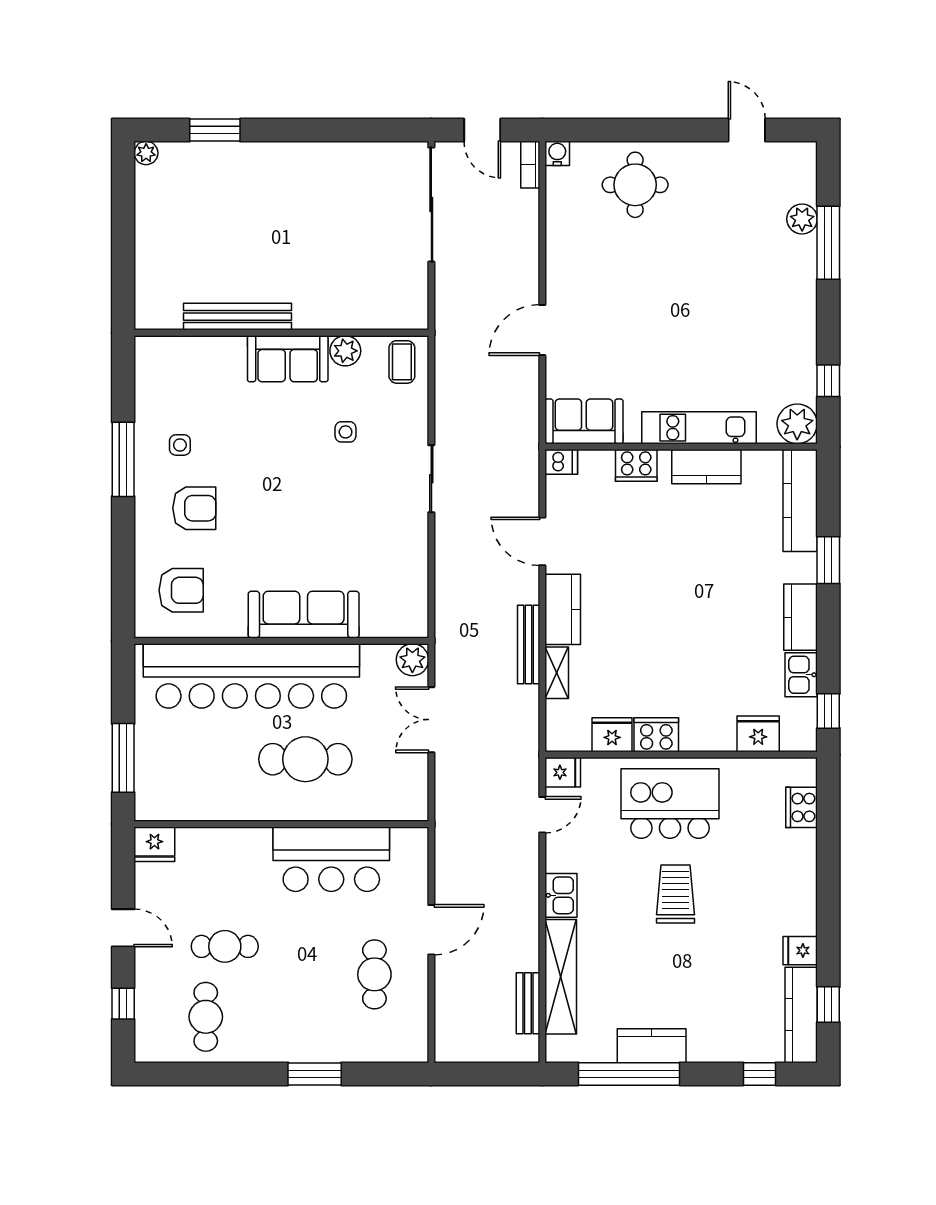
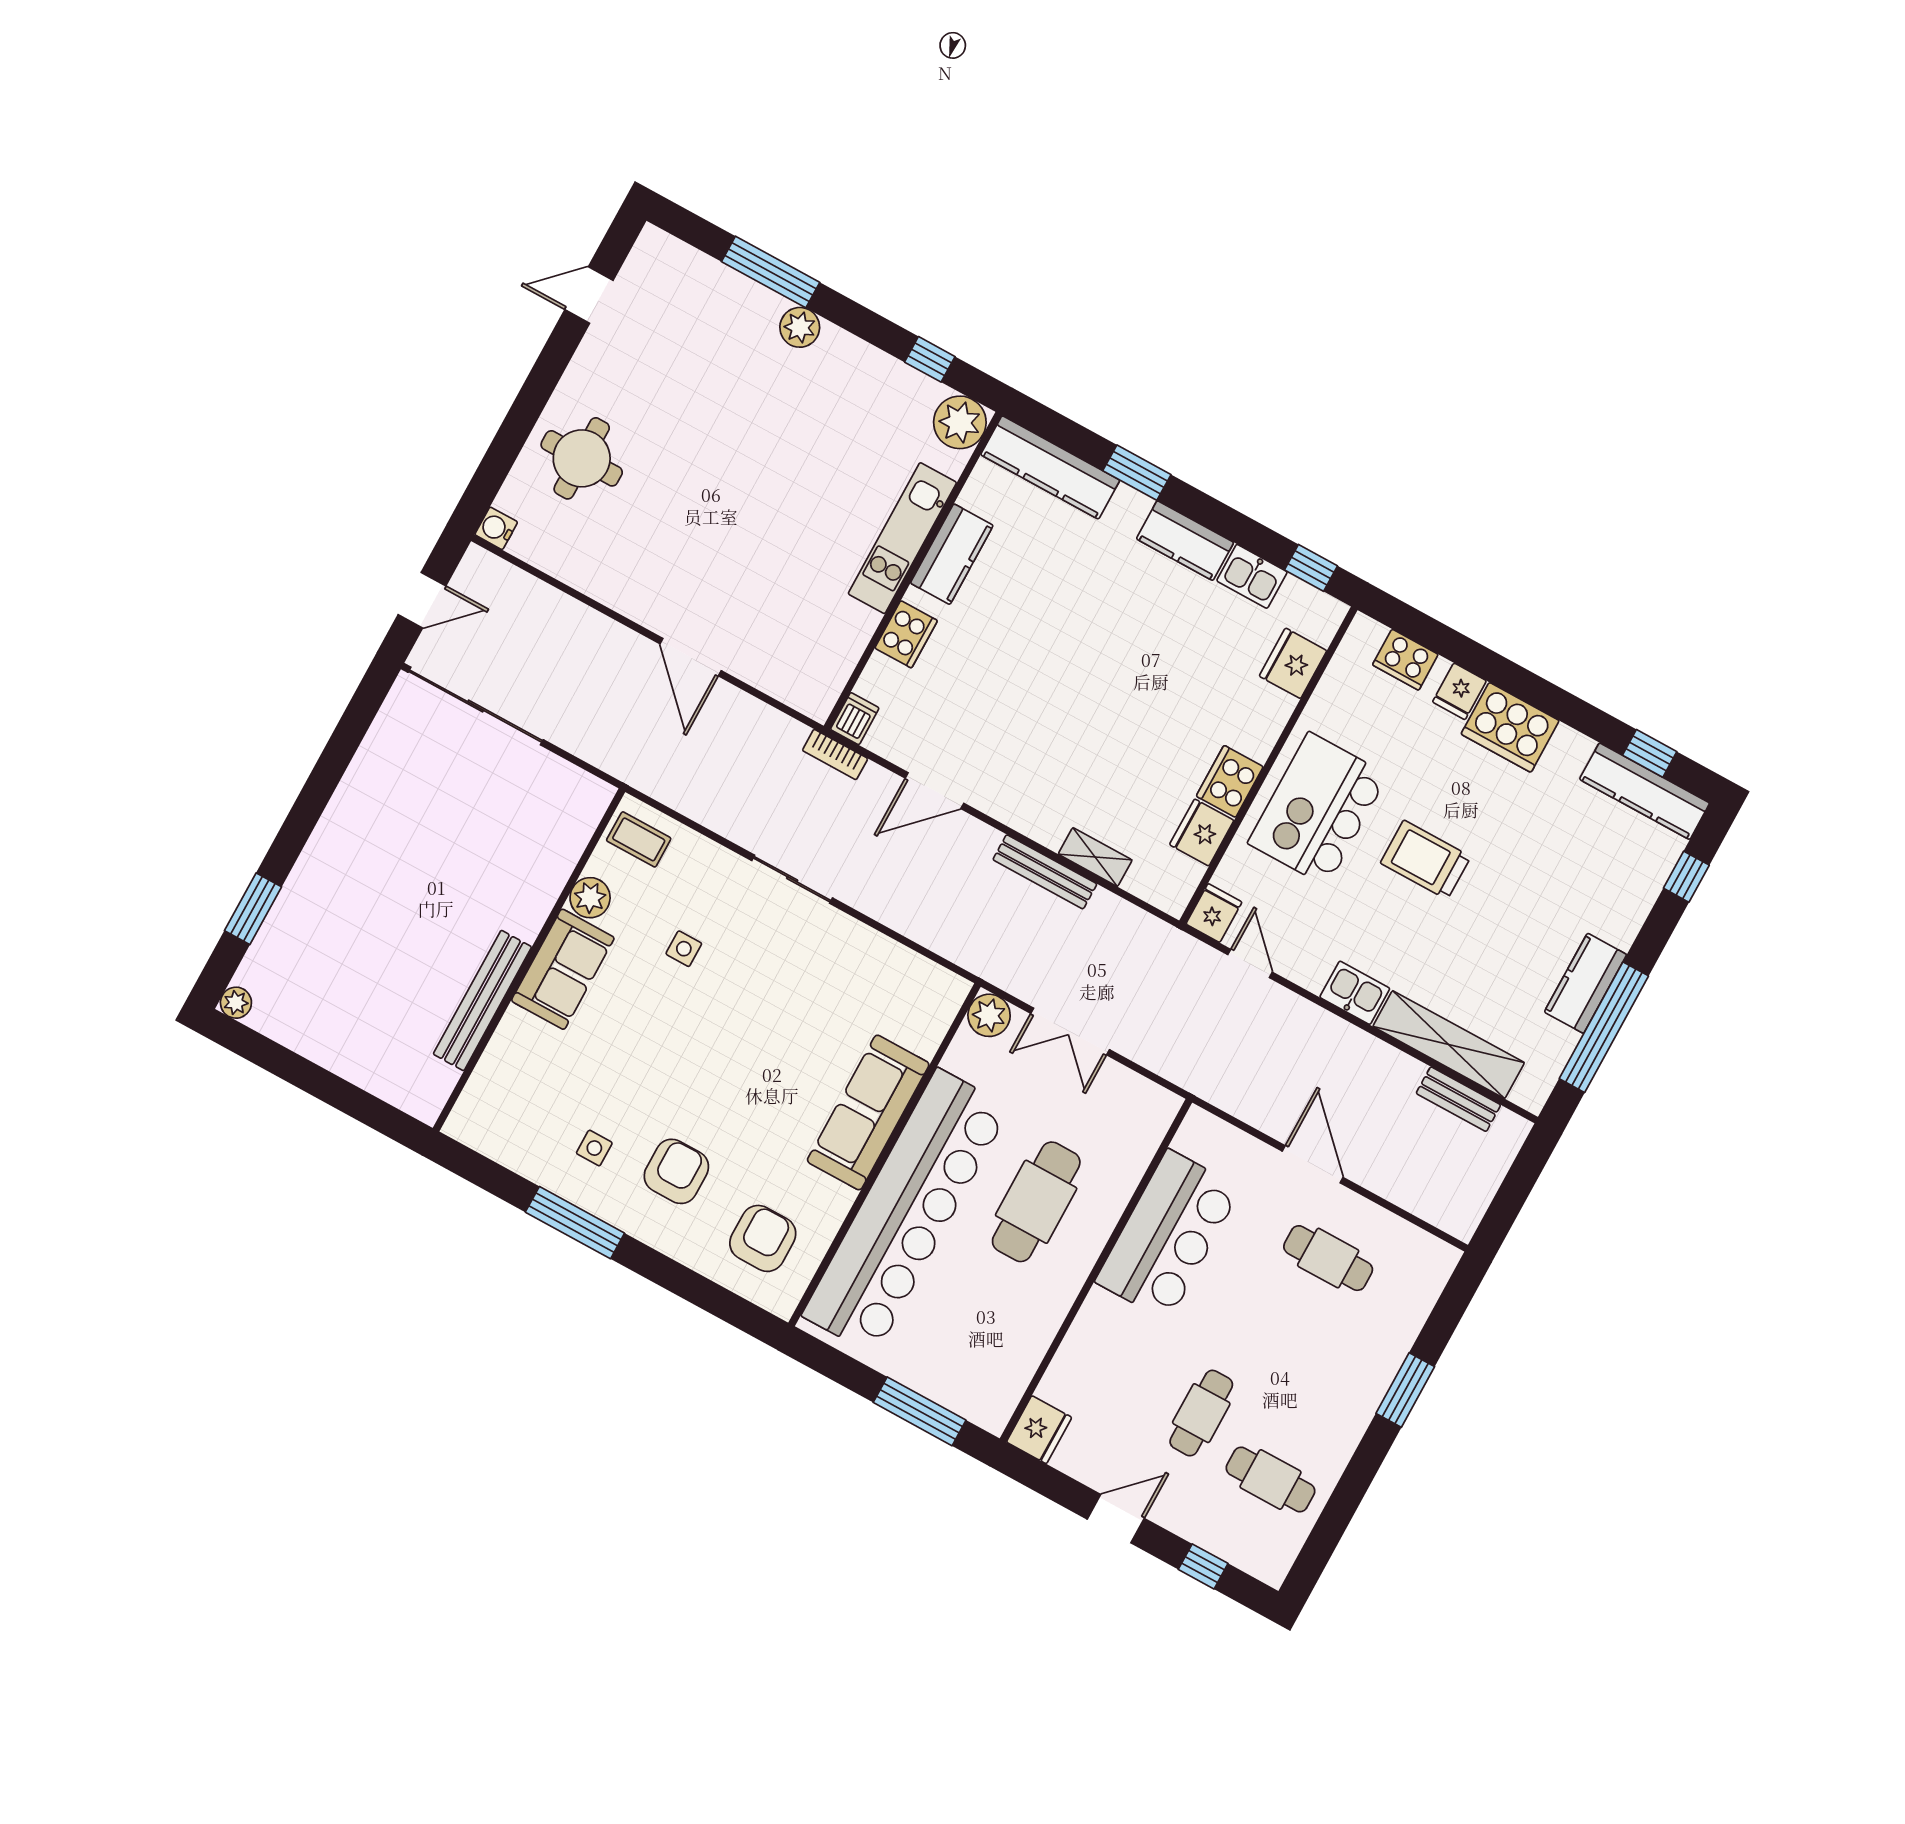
bookcase: (530, 165) -> (835, 754), moved
plant: (802, 219) -> (800, 327), moved
sofa: (584, 421) -> (822, 667), removed
kitchen counter: (563, 609) -> (1026, 810), removed
cooker: (795, 902) -> (1510, 727), added
fridge: (800, 951) -> (1459, 691), moved

